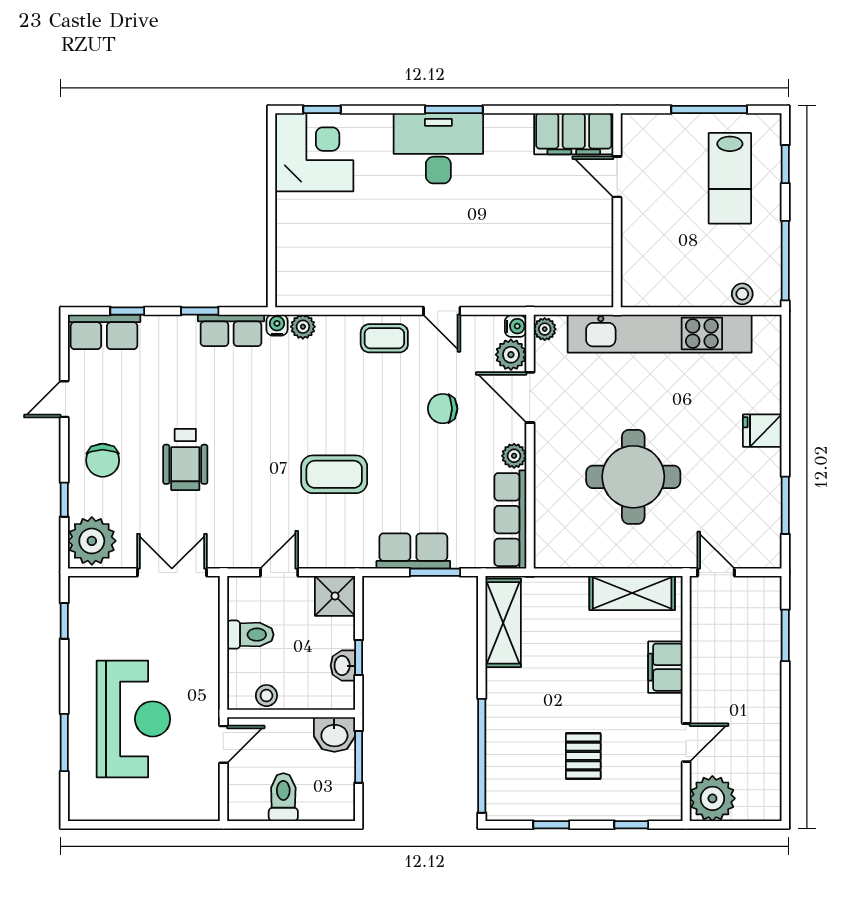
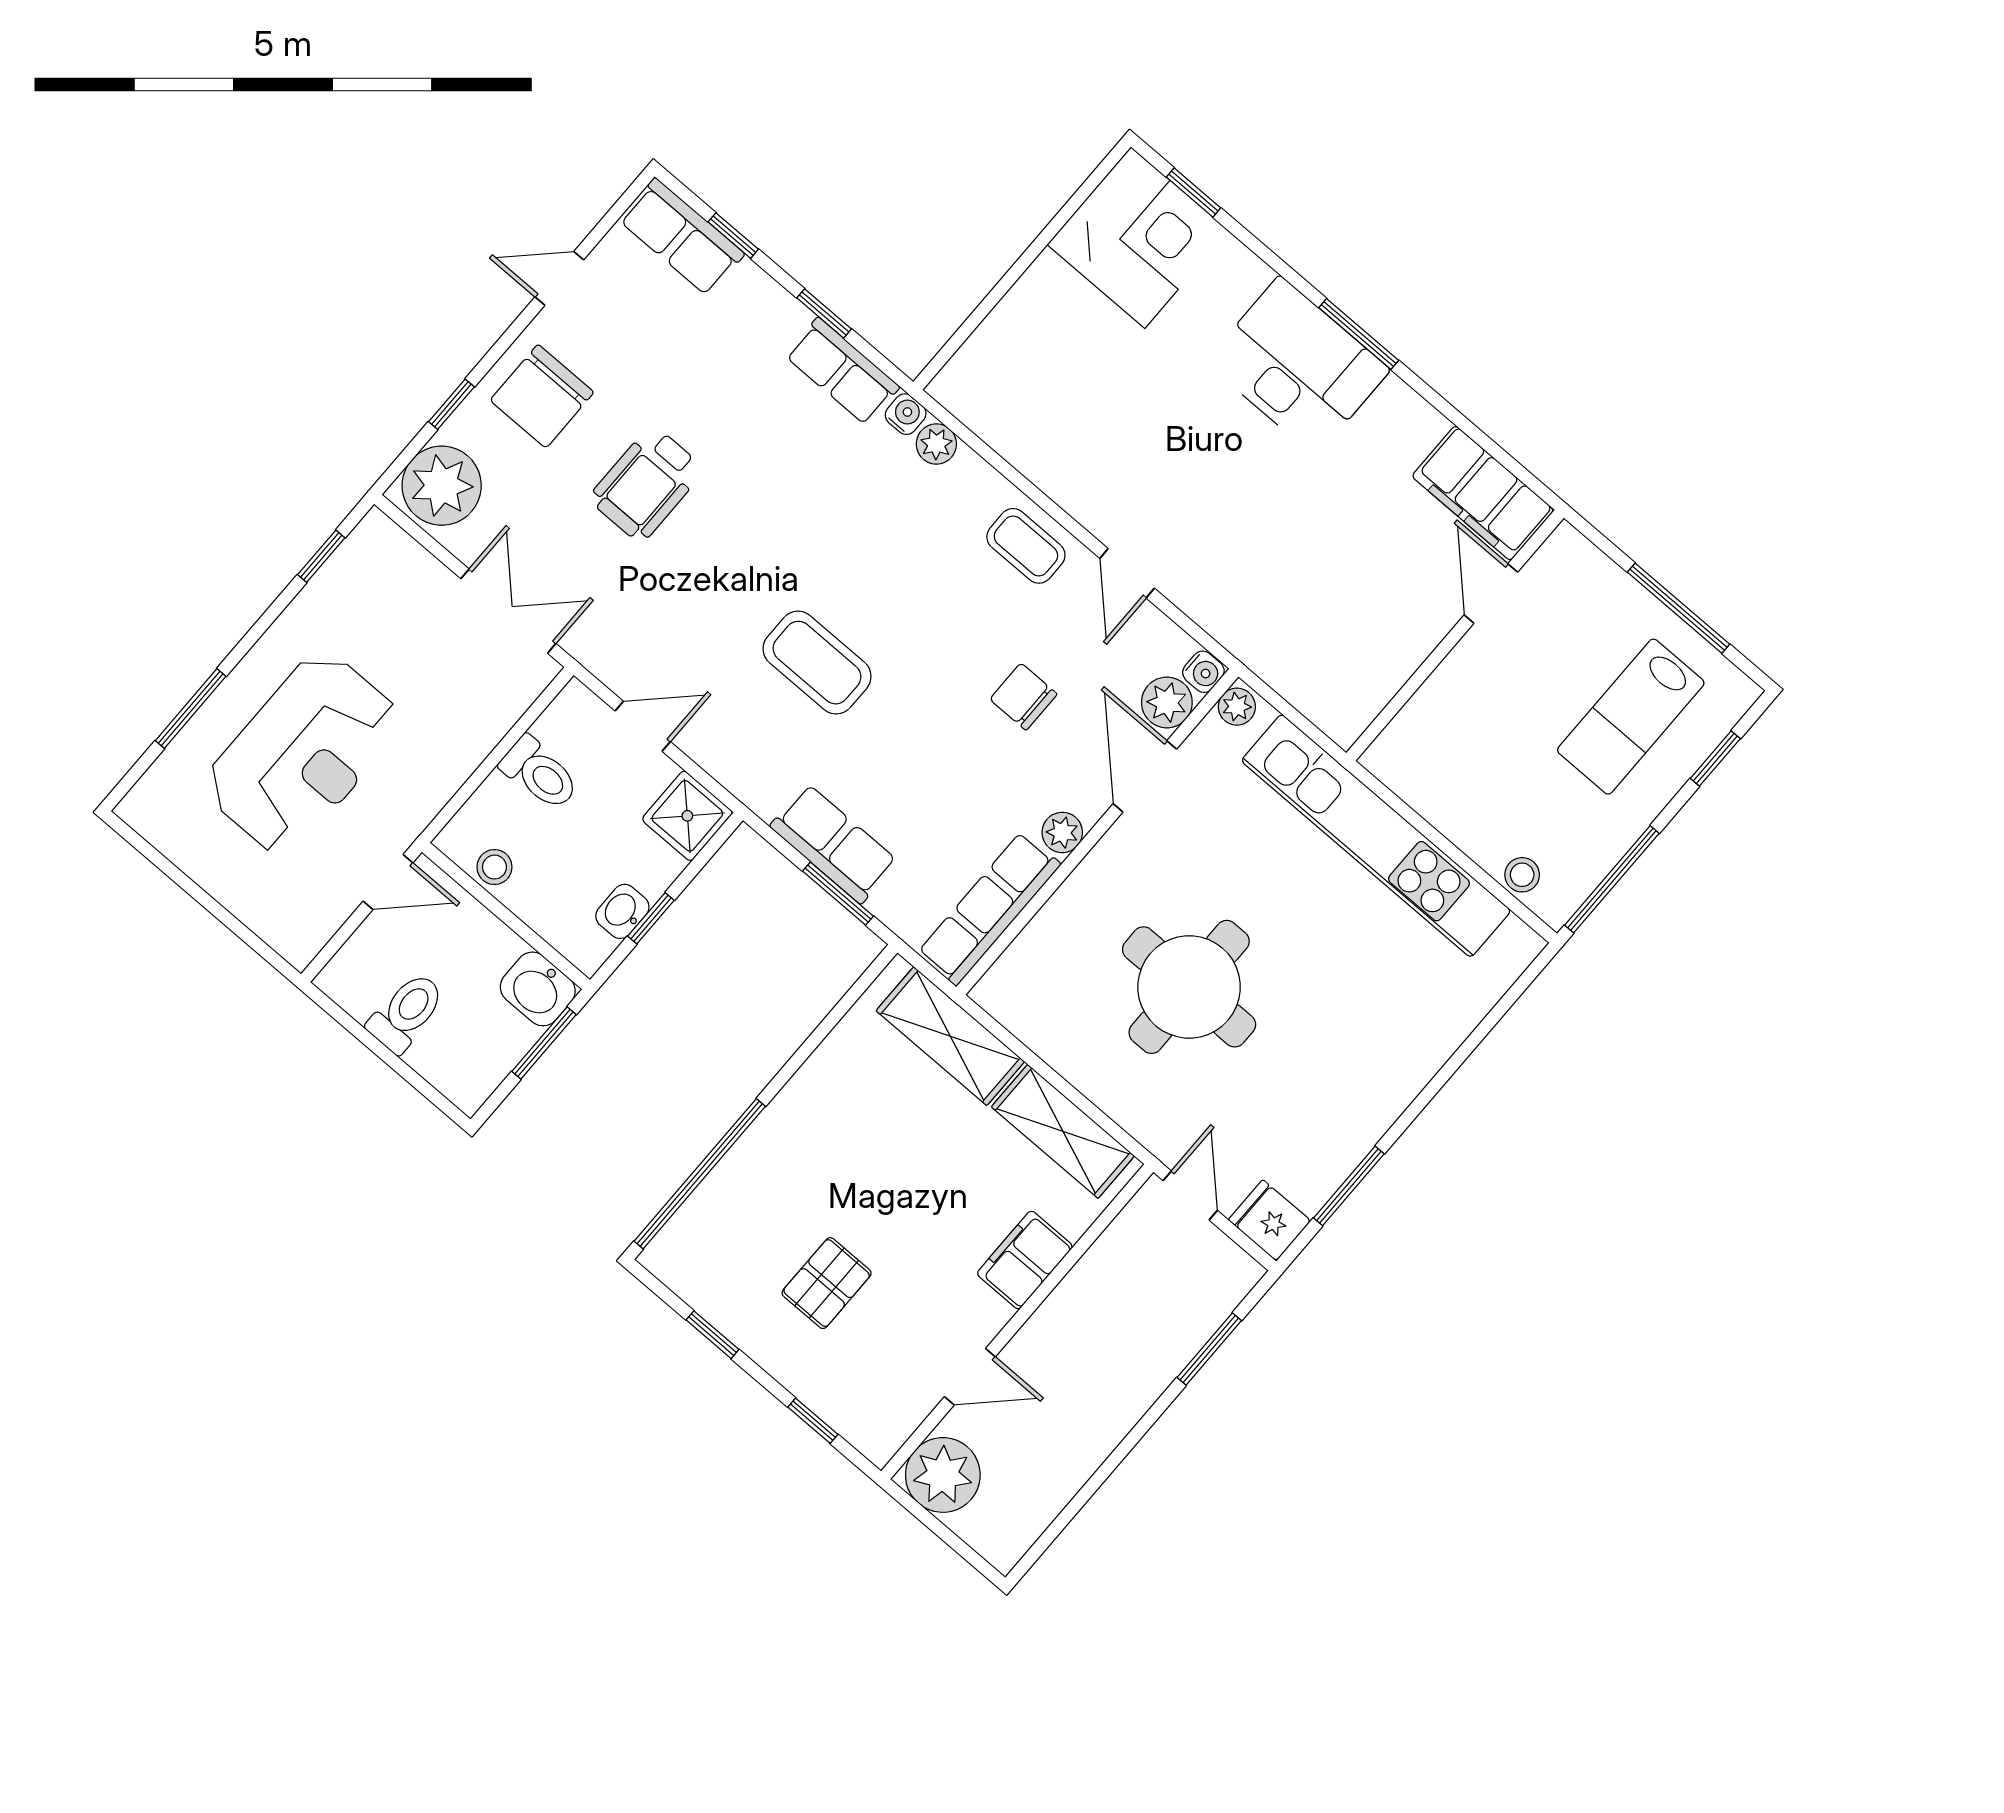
fridge: (762, 431) -> (1270, 1220), moved
chair: (103, 460) -> (542, 396), width x1.37, depth x1.37
shelving: (503, 623) -> (950, 1036), moved, turned 90

